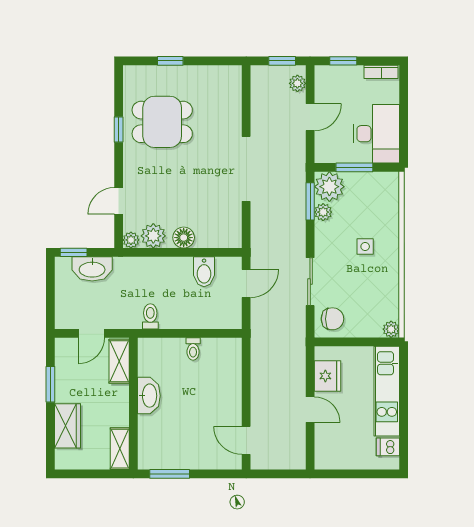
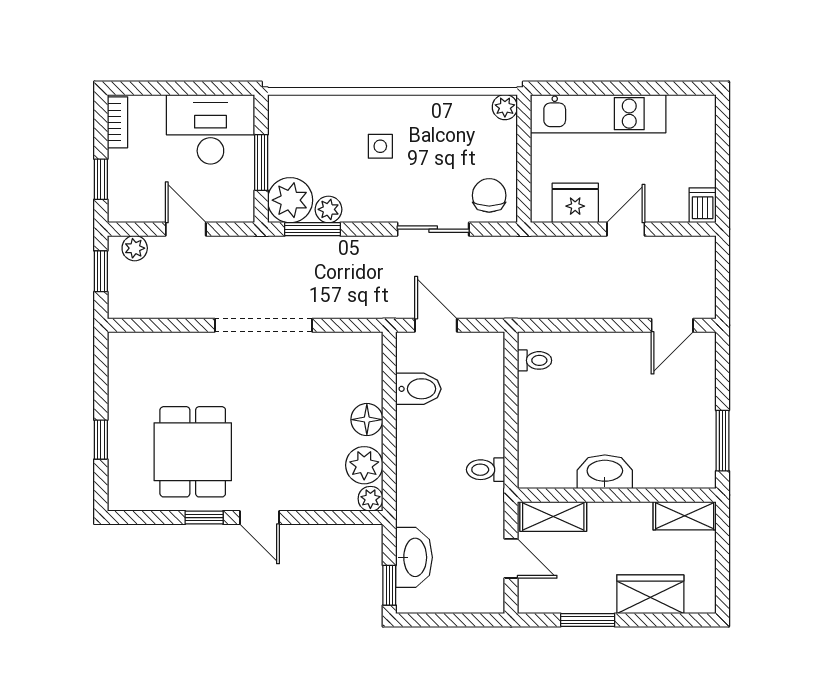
door: (119, 201) -> (260, 518), moved
toilet: (193, 349) -> (535, 360), moved
dishwasher: (388, 447) -> (703, 205), moved, turned 180

